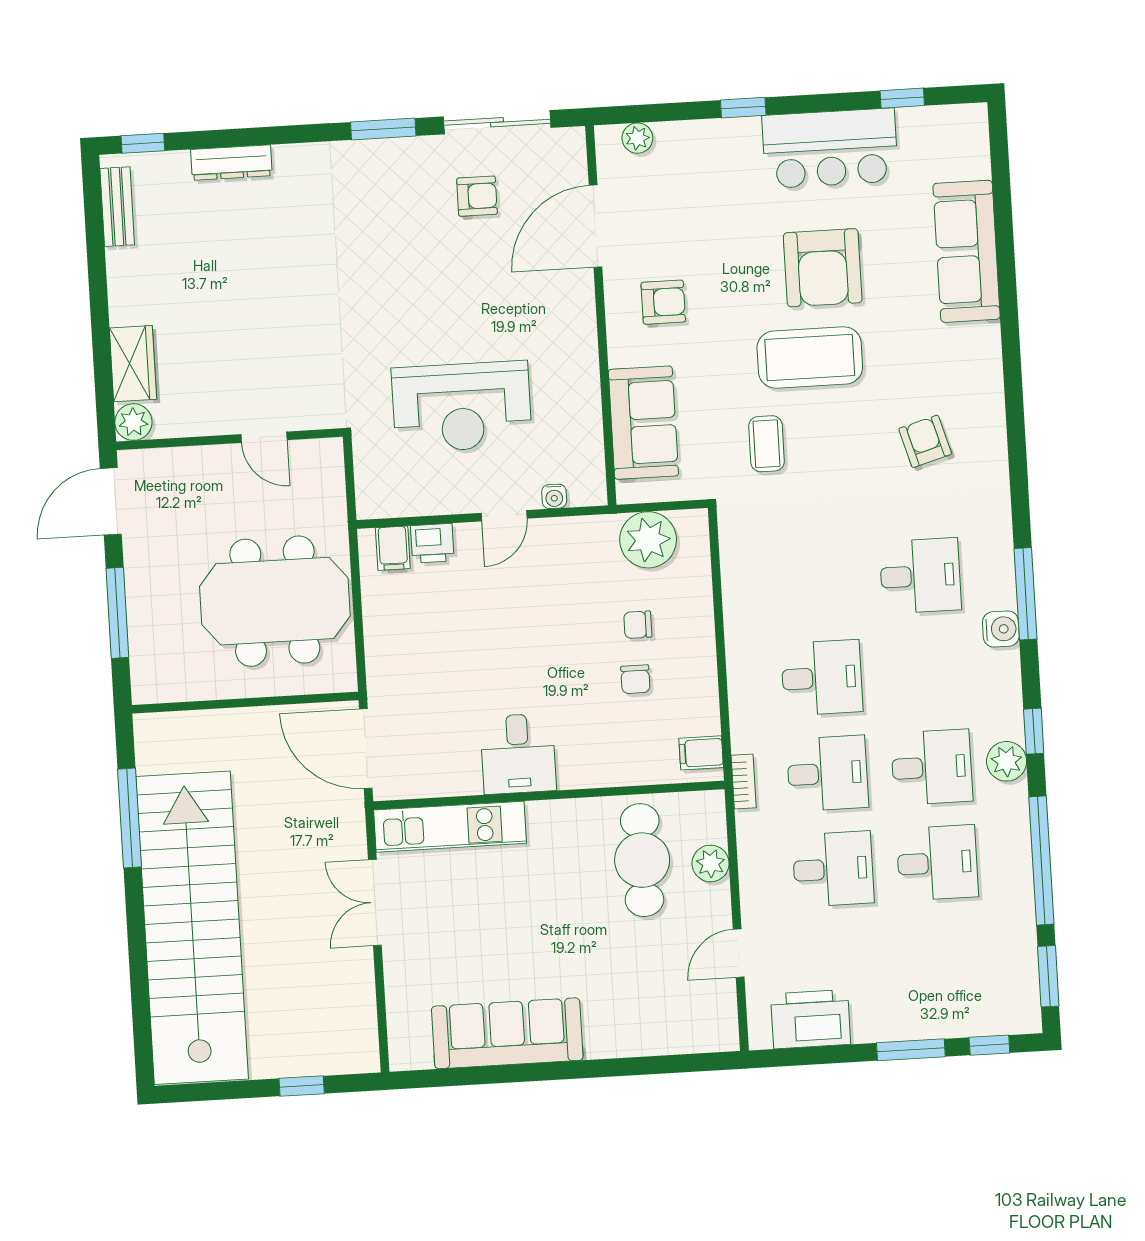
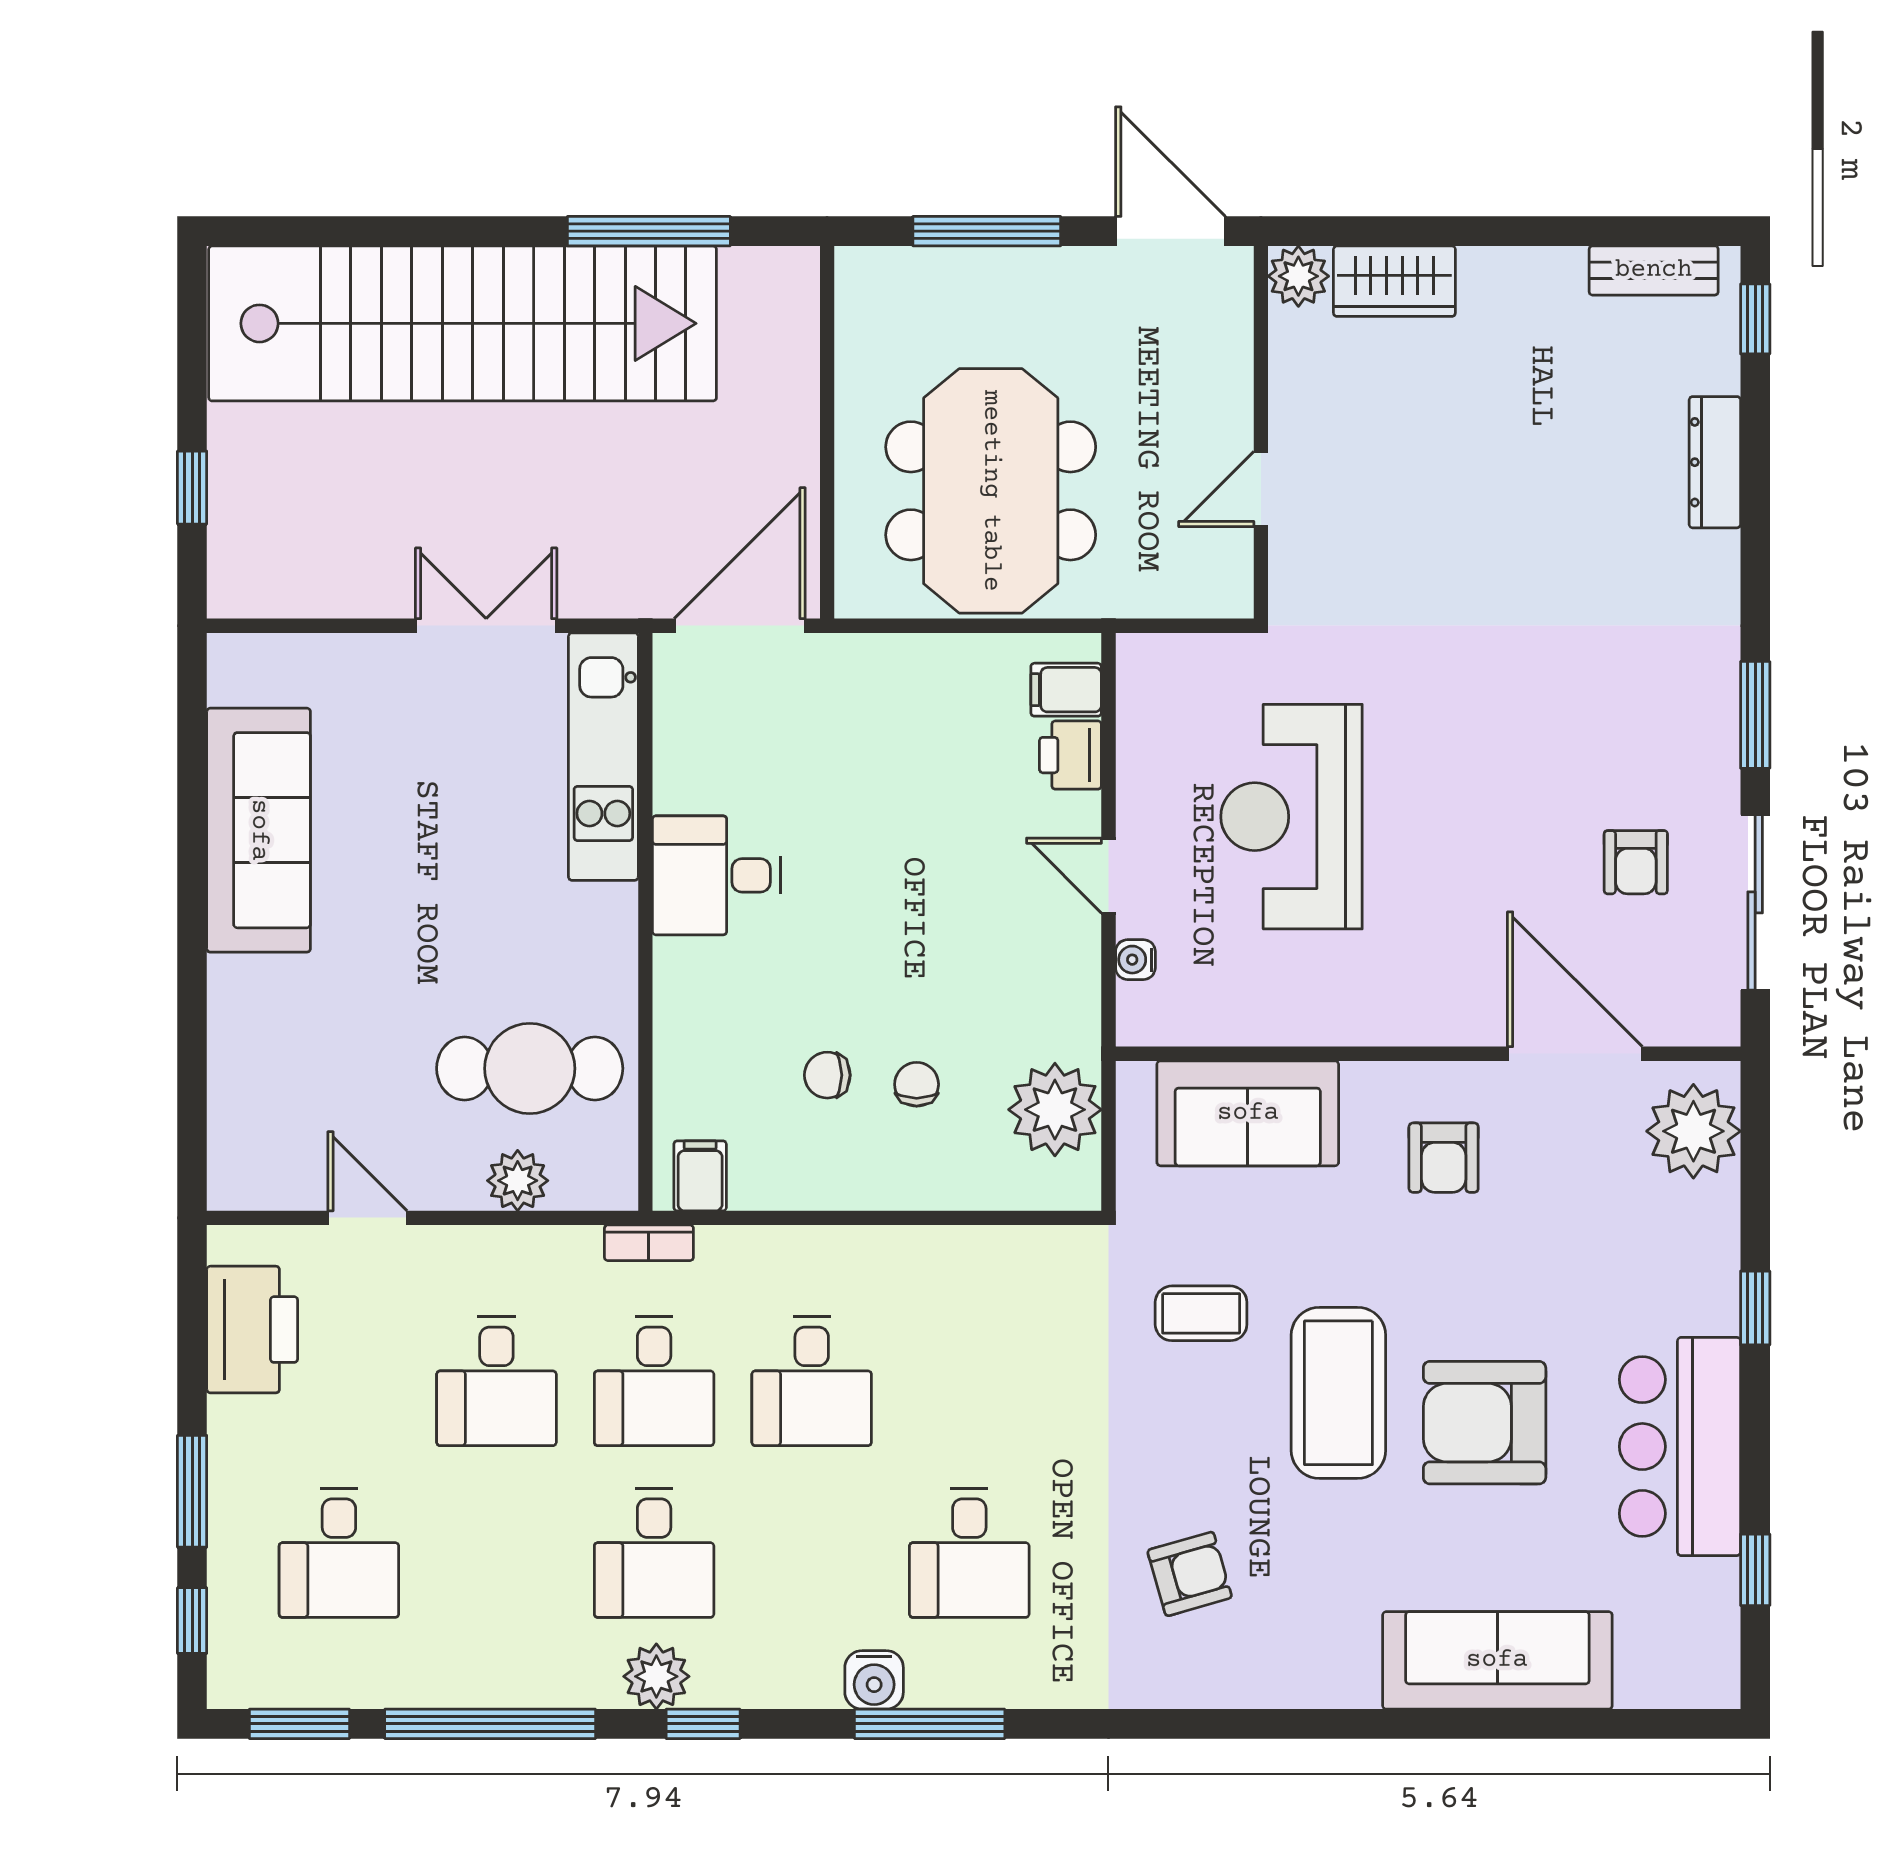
plant: (637, 138) -> (1693, 1131), width x1.87, depth x1.87
desk: (937, 863) -> (339, 1553), moved

